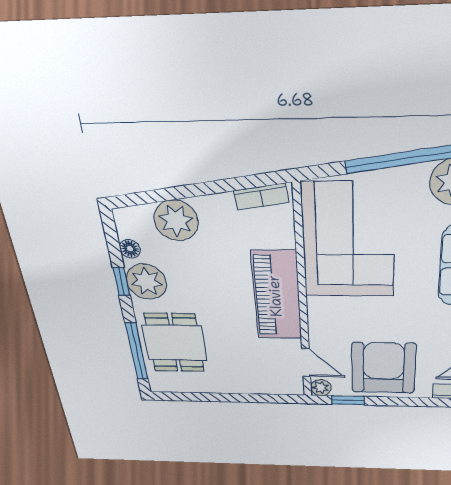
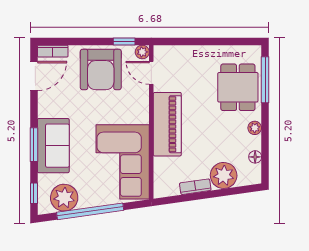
bookcase: (261, 197) -> (195, 187), moved
window: (121, 282) -> (265, 134), removed
plant: (147, 282) -> (255, 128), width x0.53, depth x0.53

